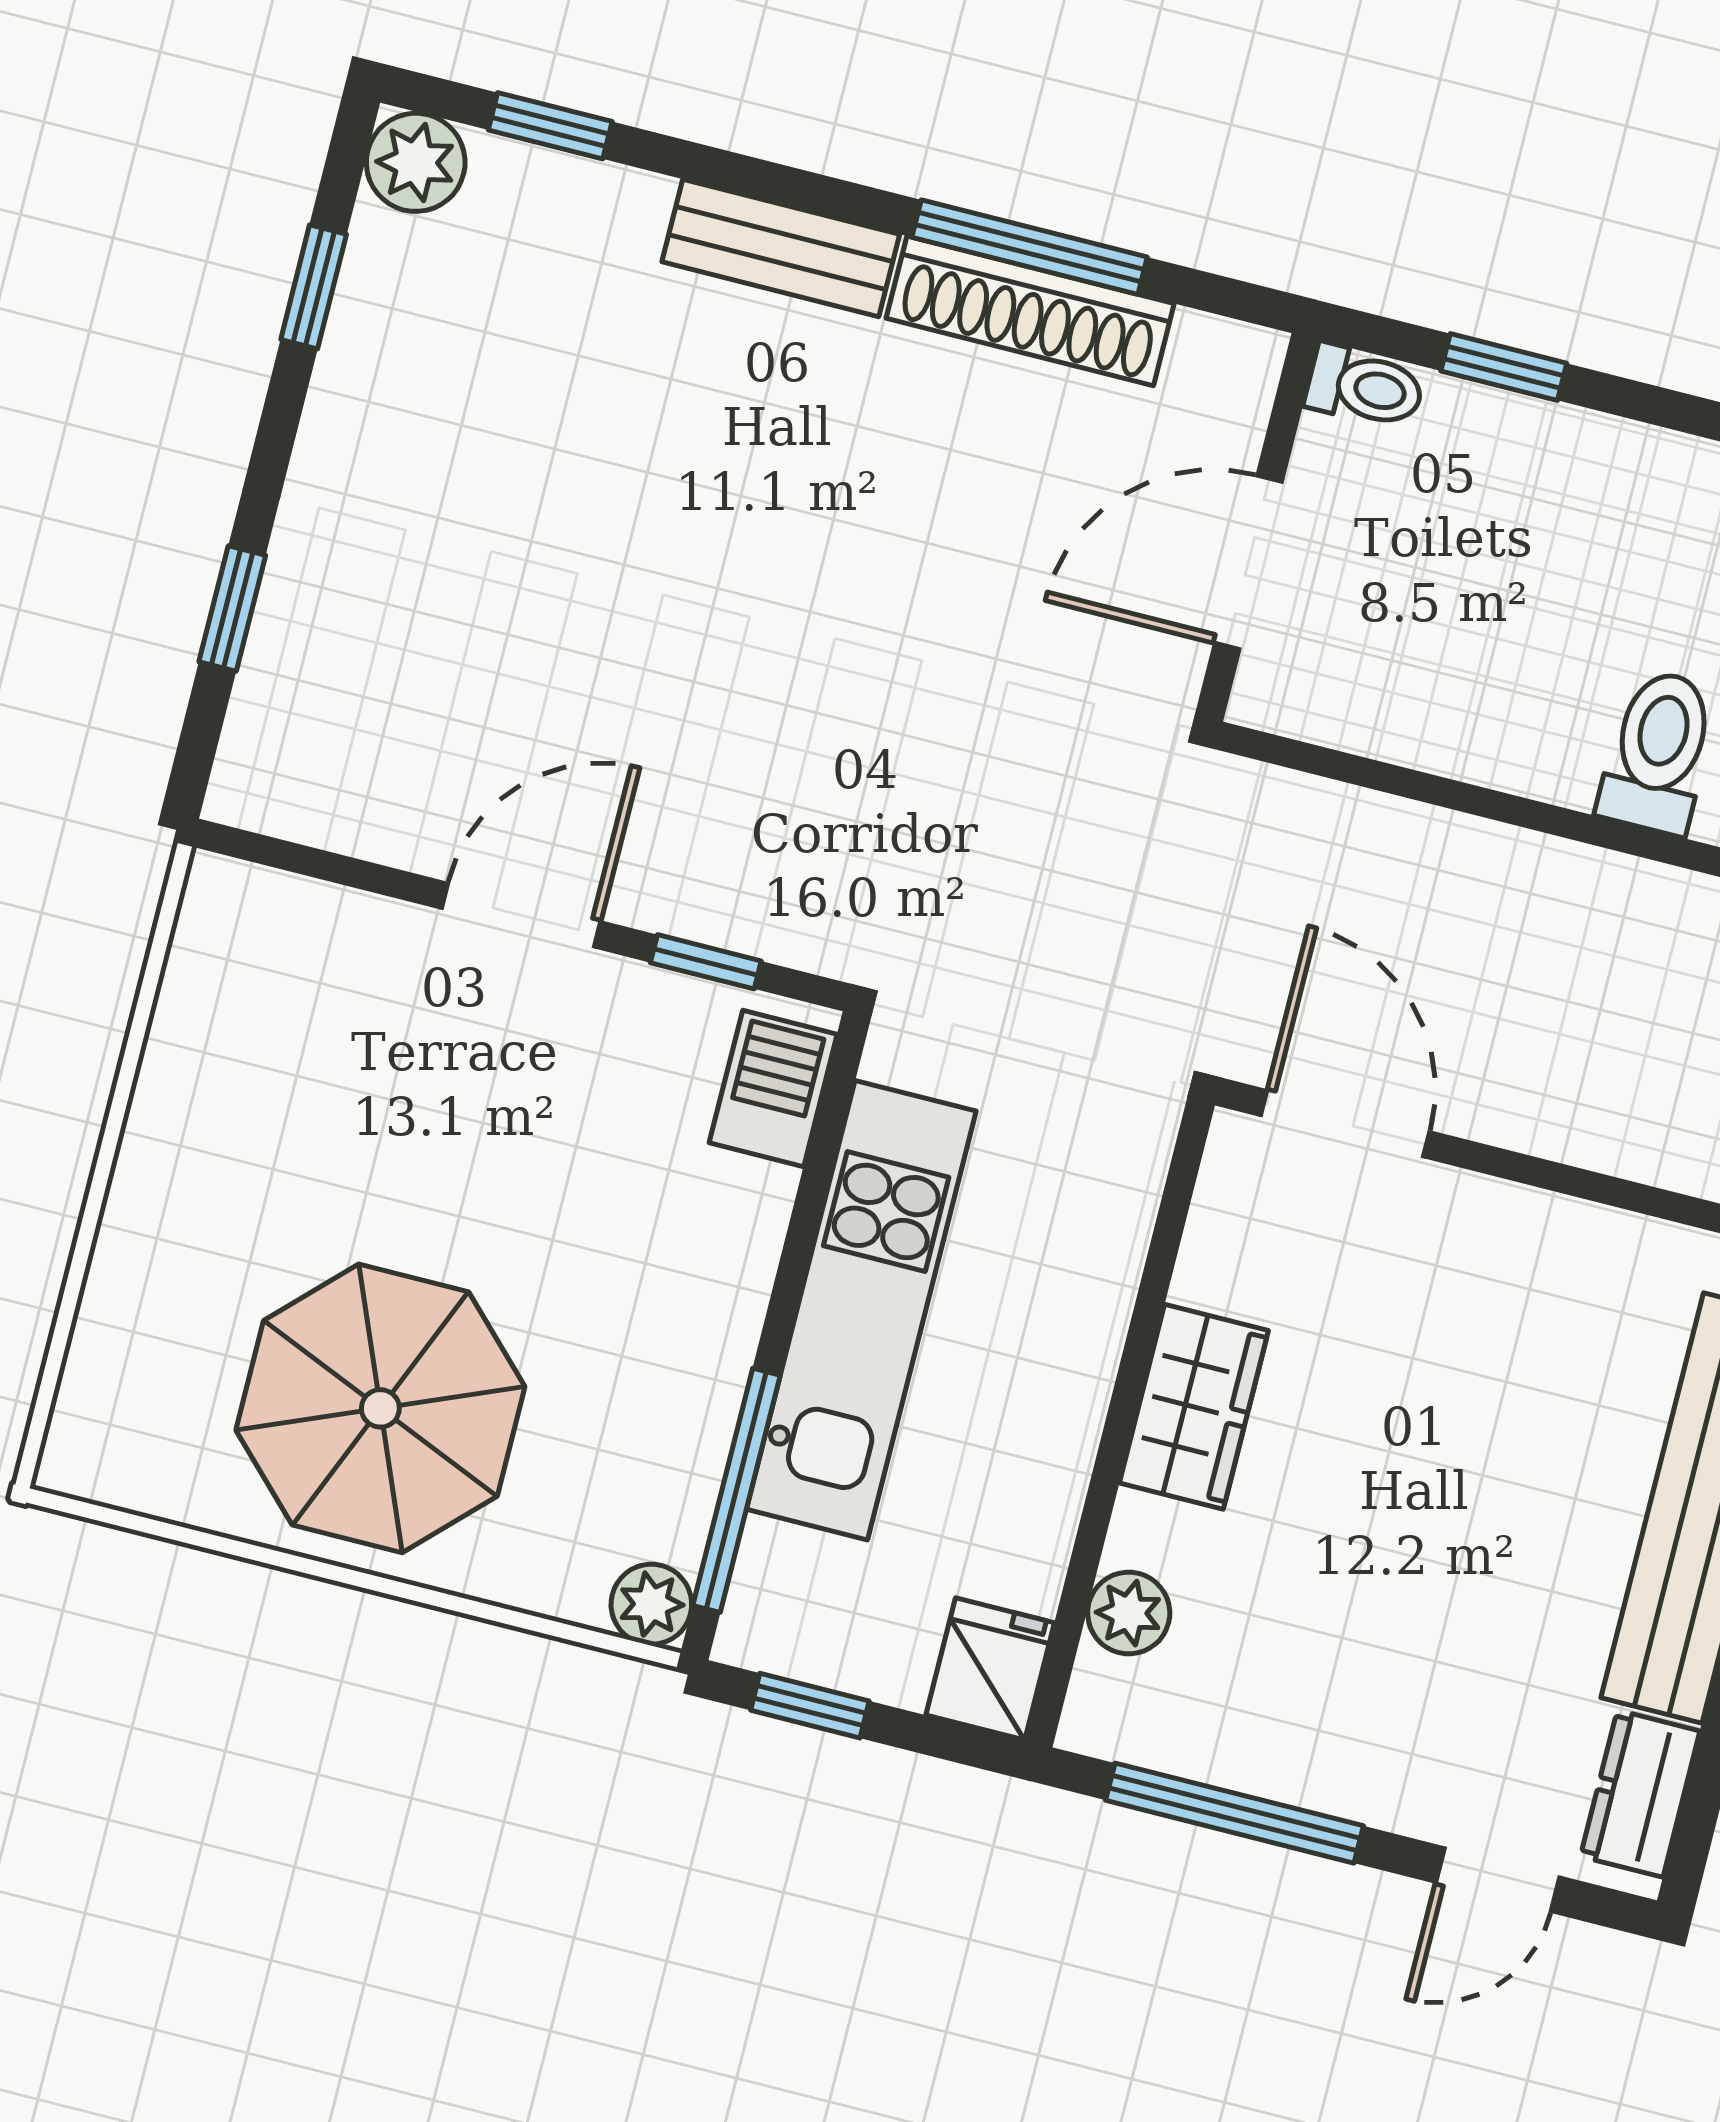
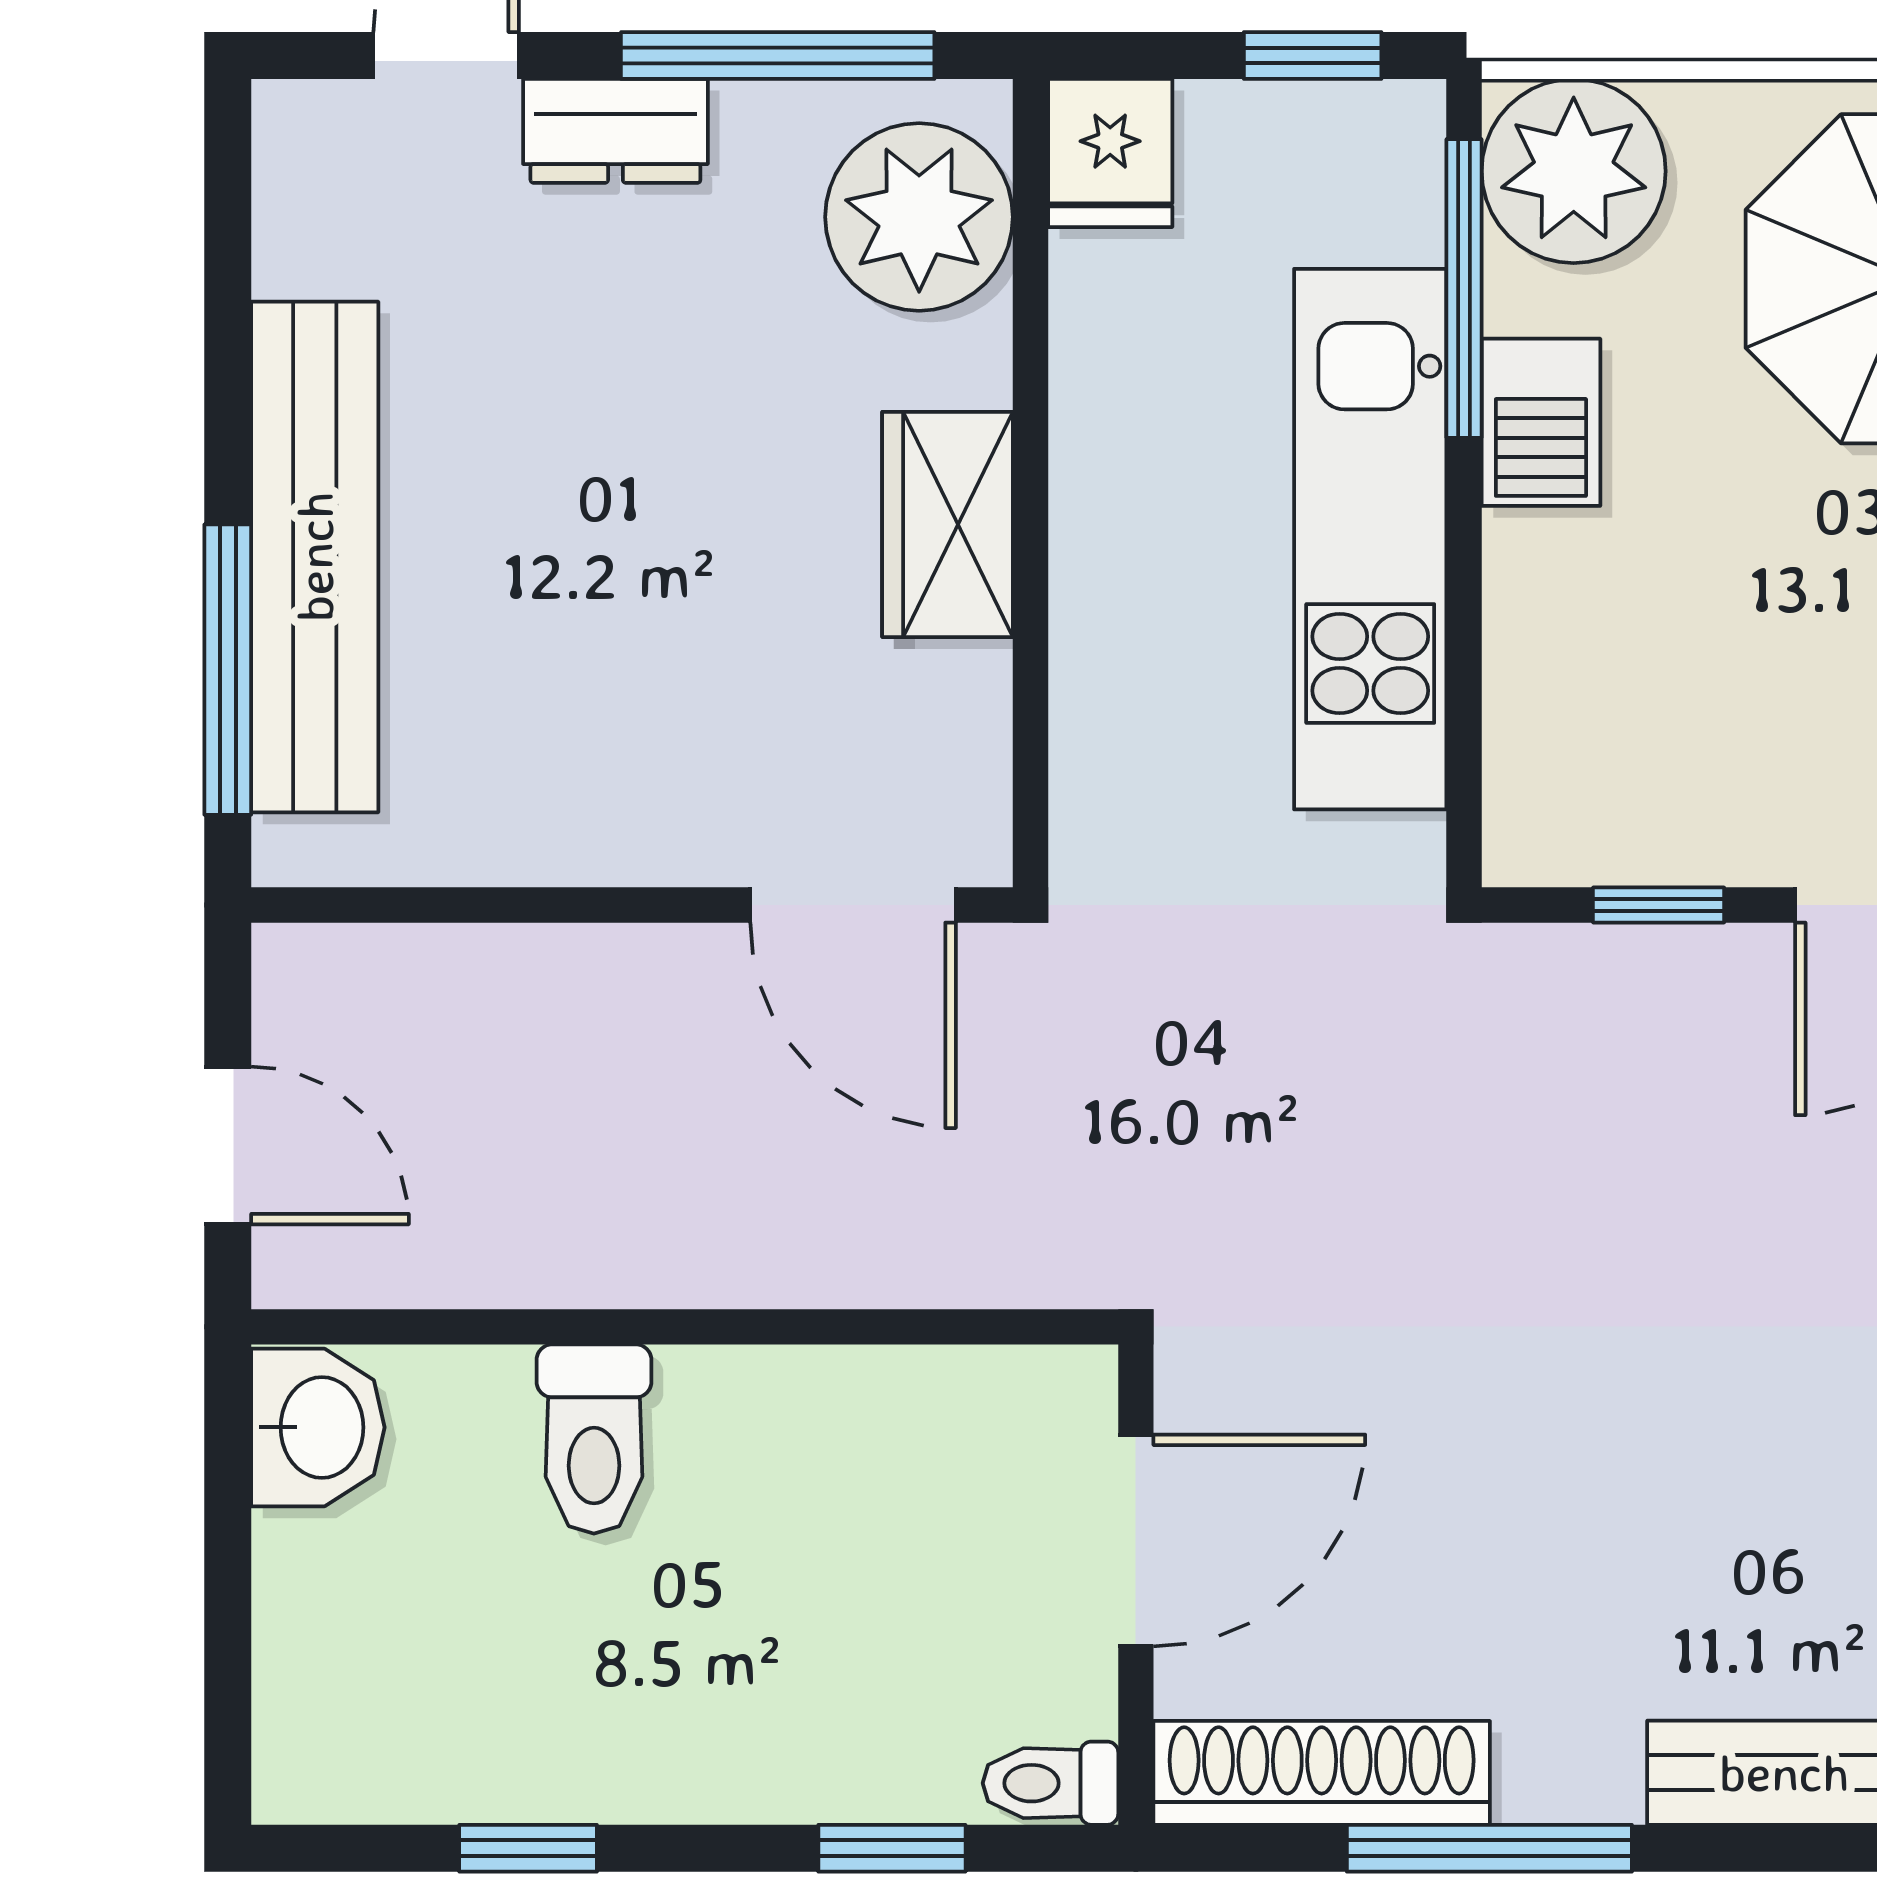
shoe rack: (1030, 311) -> (1322, 1773), moved
barbecue: (773, 1088) -> (1541, 422), moved
plant: (651, 1604) -> (1574, 171), width x1.87, depth x1.87
plant: (1129, 1613) -> (919, 217), width x1.87, depth x1.87
dresser: (1640, 1794) -> (615, 131), moved, turned 90

